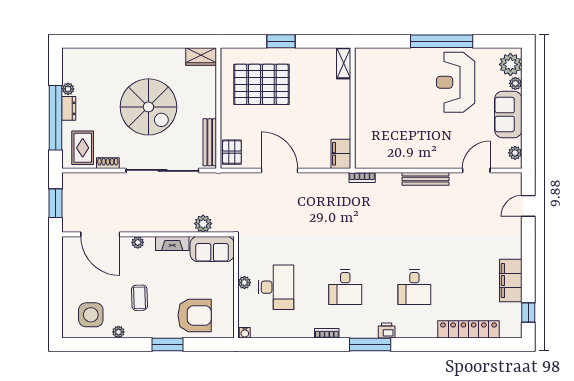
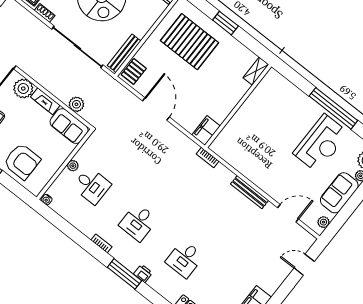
reception desk: (456, 82) -> (321, 143), turned 180
plant: (138, 242) -> (23, 89), width x1.87, depth x1.87
desk: (276, 287) -> (92, 186), width x0.73

